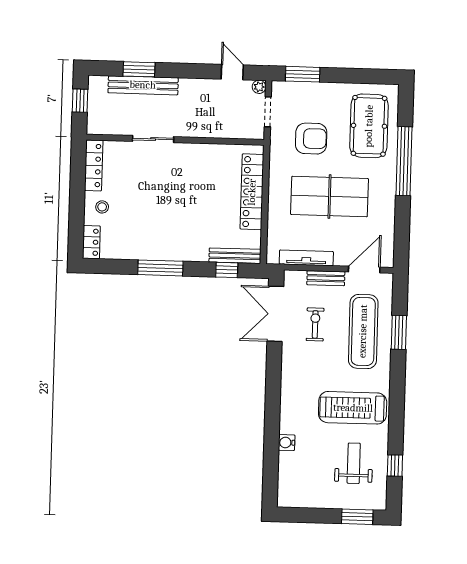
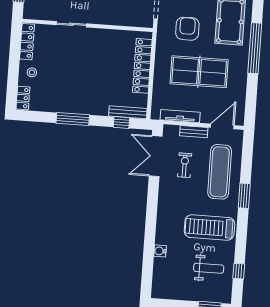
armchair: (311, 139) -> (187, 29), turned -90
window: (399, 332) -> (244, 196), moved
weight bench: (354, 463) -> (209, 268), turned 90

